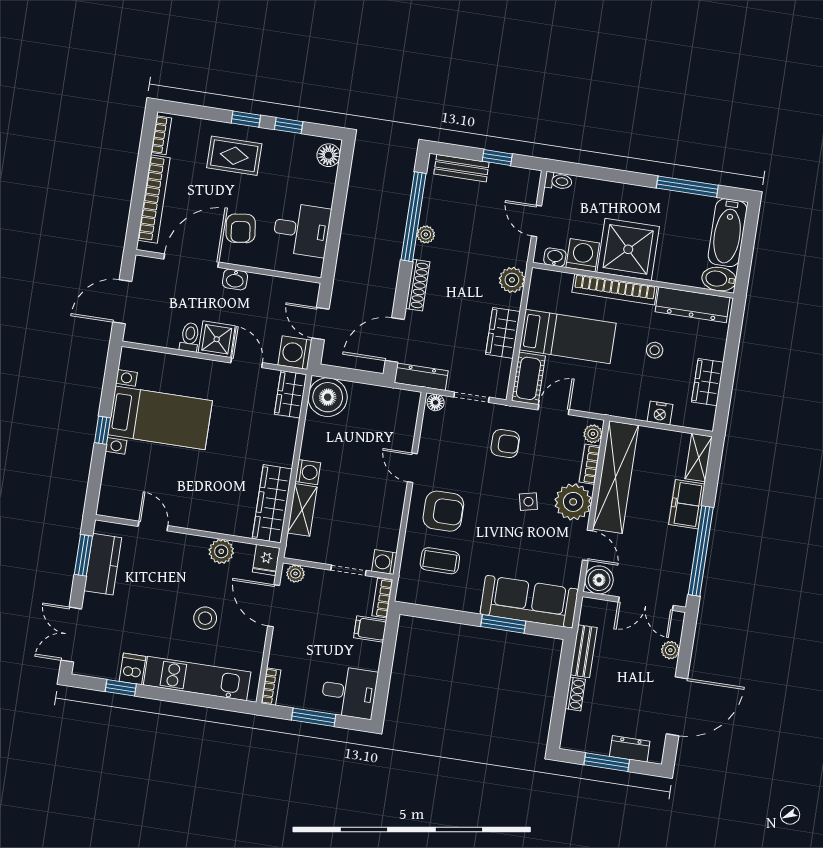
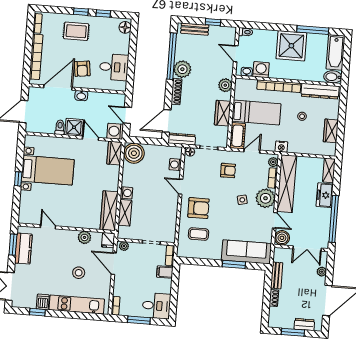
plant: (426, 234) -> (182, 69), width x1.88, depth x1.88
shower: (628, 249) -> (291, 46), moved
nightstand: (660, 413) -> (281, 147), moved
washing machine: (384, 562) -> (175, 165), moved

